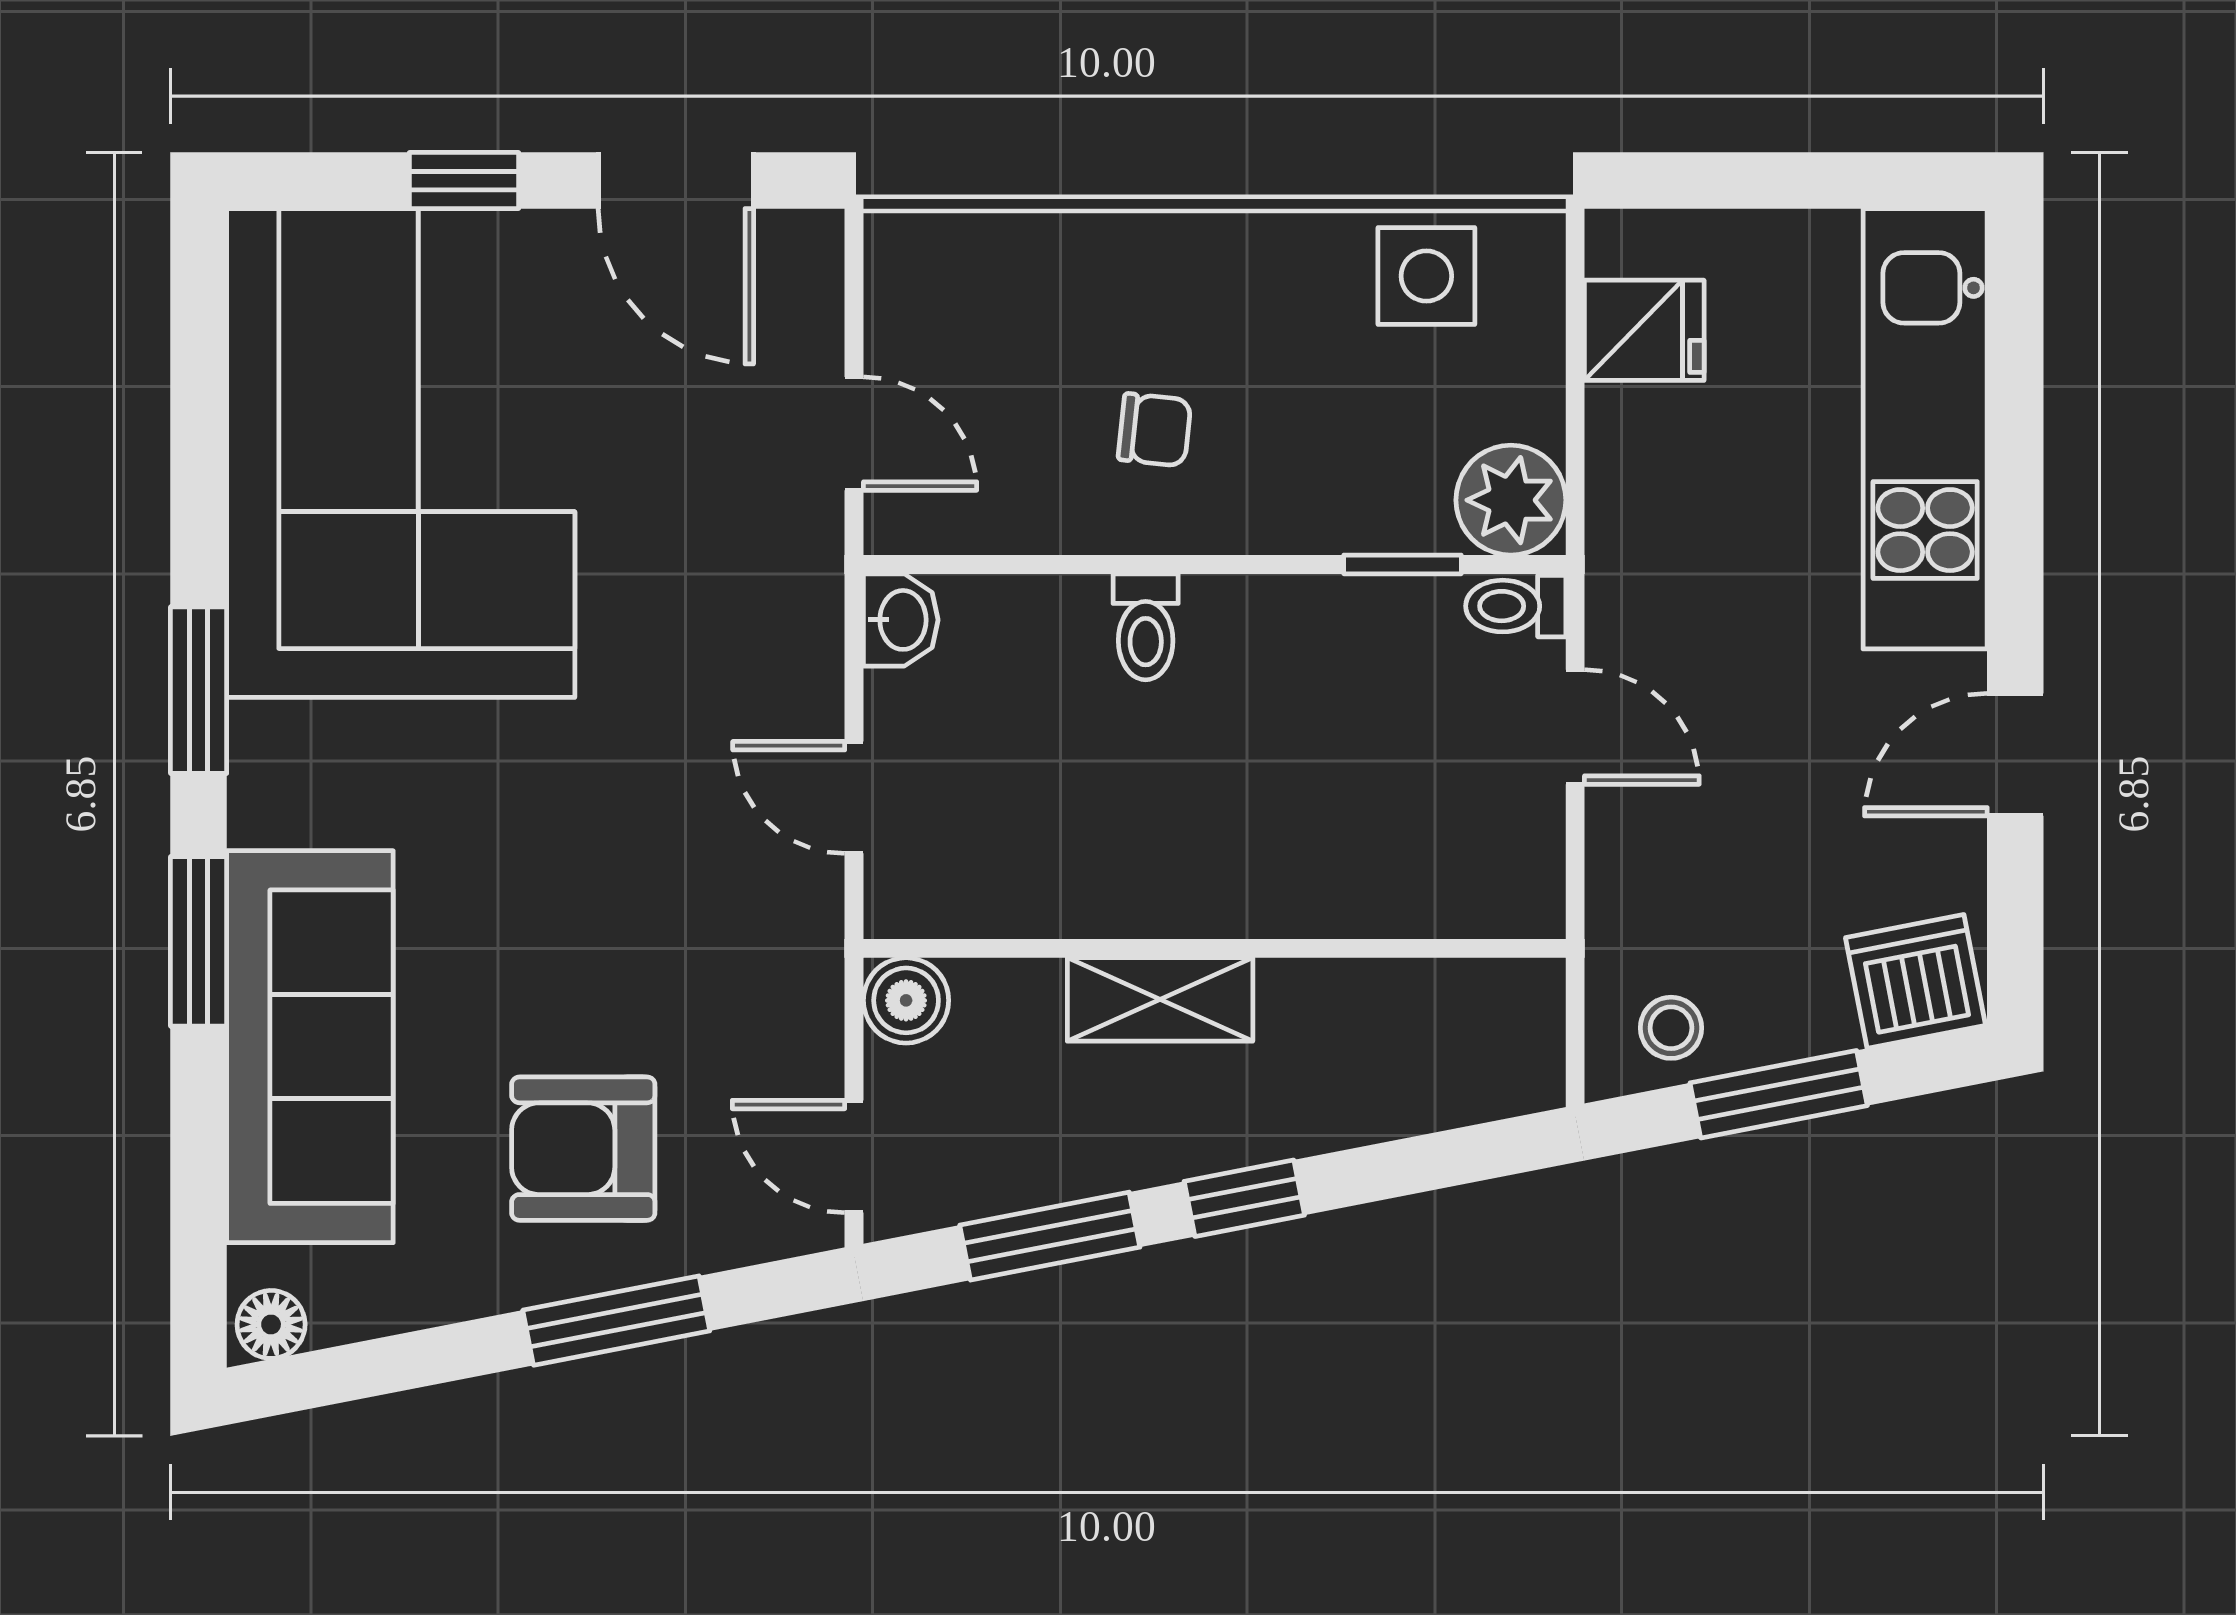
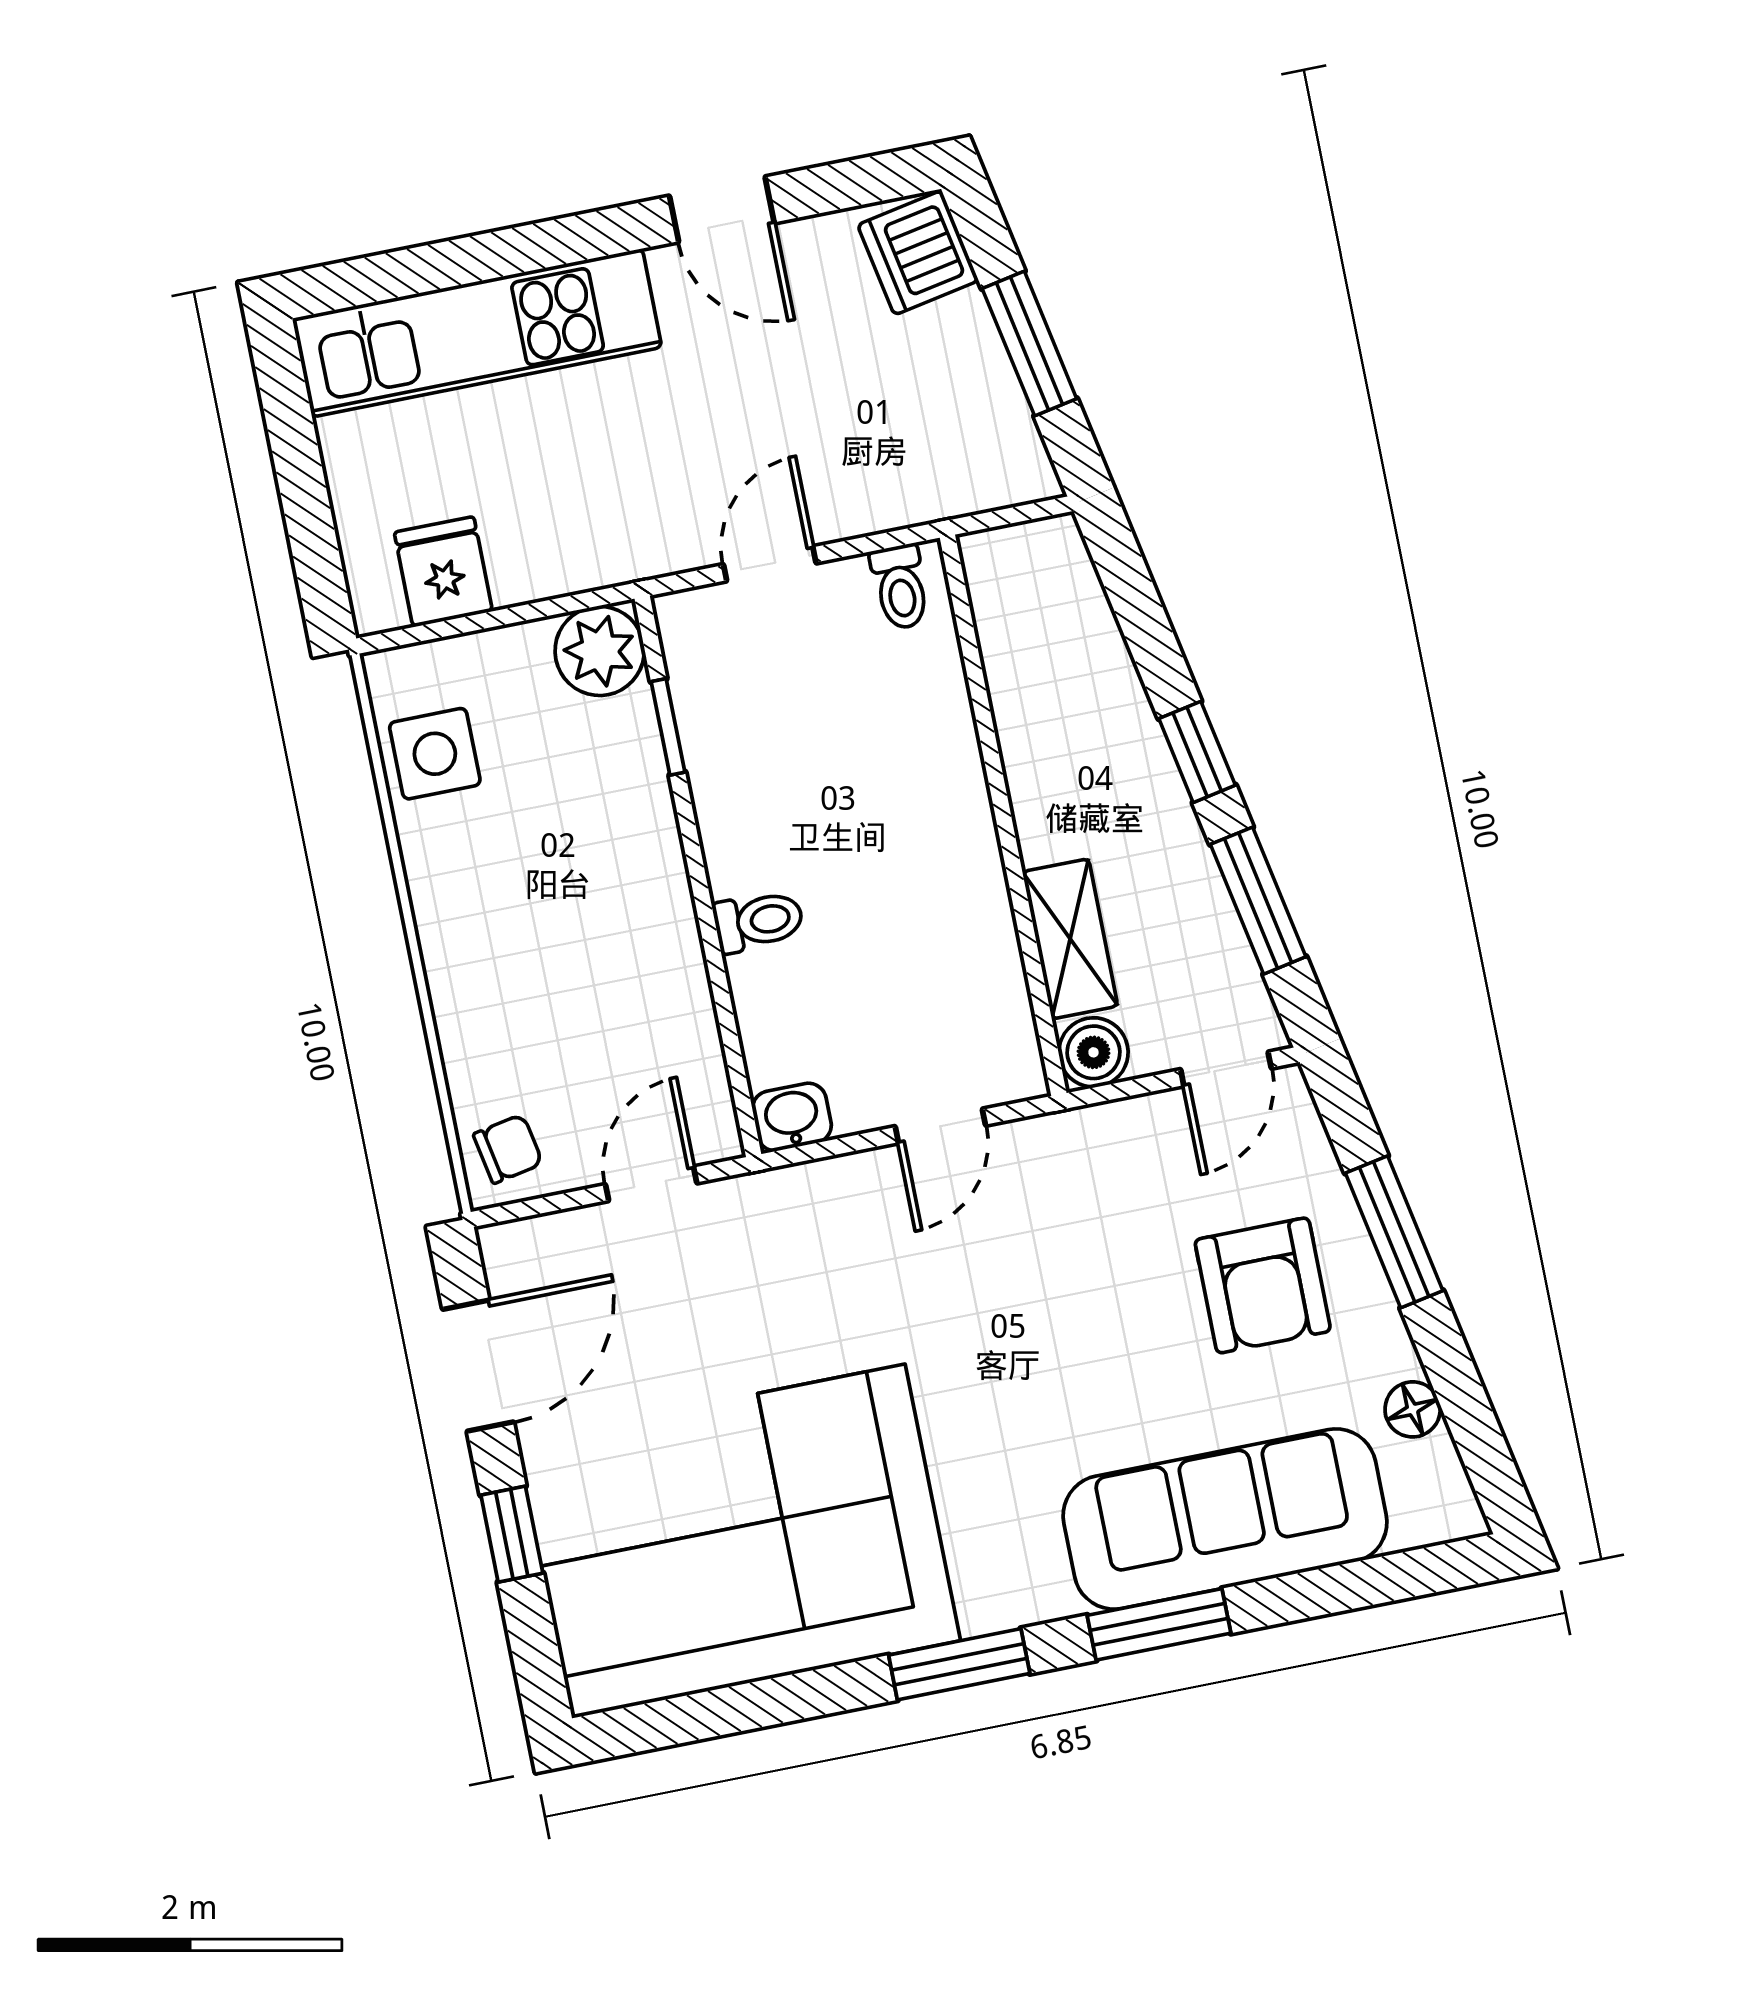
chair: (1155, 430) -> (508, 1149), moved, turned 73
toilet: (1516, 606) -> (900, 587), moved
shelving: (1160, 999) -> (1070, 939), moved
stool: (1671, 1028) -> (994, 440), removed
floor lamp: (271, 1324) -> (1413, 1409), moved

